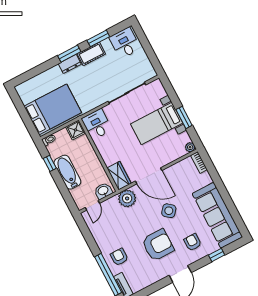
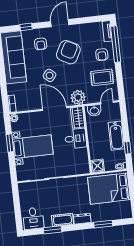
window: (69, 54) -> (103, 224), moved
desk: (97, 124) -> (76, 139), moved, turned -90
rug: (109, 231) -> (102, 77), added
armchair: (158, 245) -> (68, 52), turned 118

